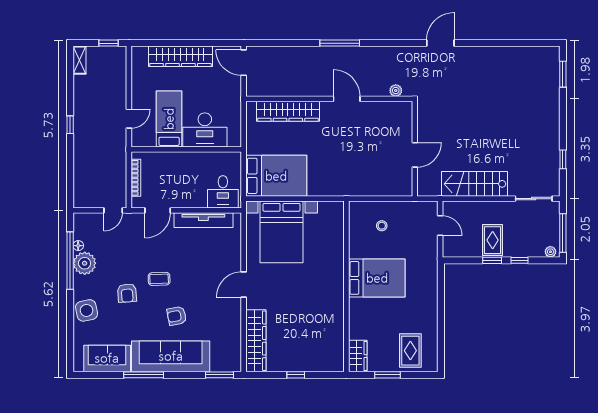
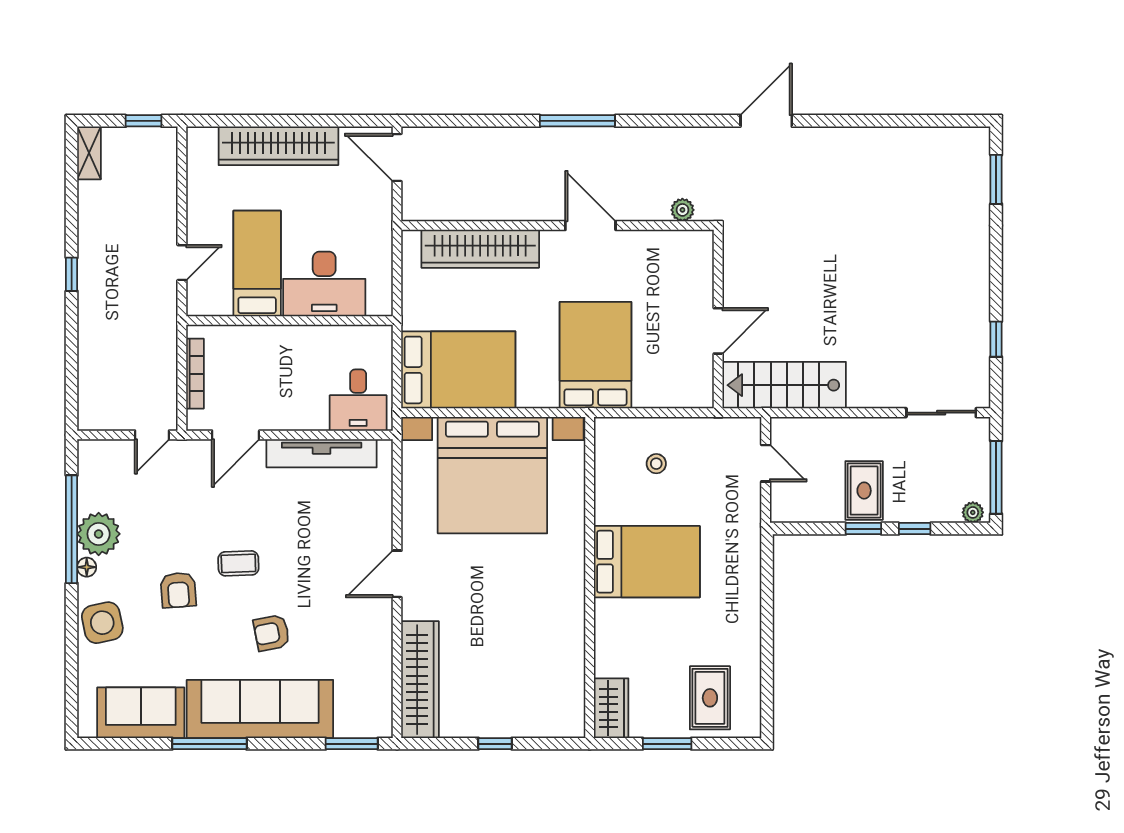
bed: (349, 168) -> (596, 355), added
stairs: (474, 184) -> (784, 385), moved
bed with nightstands: (282, 232) -> (492, 475), width x1.36
floor lamp: (78, 246) -> (87, 567), moved

